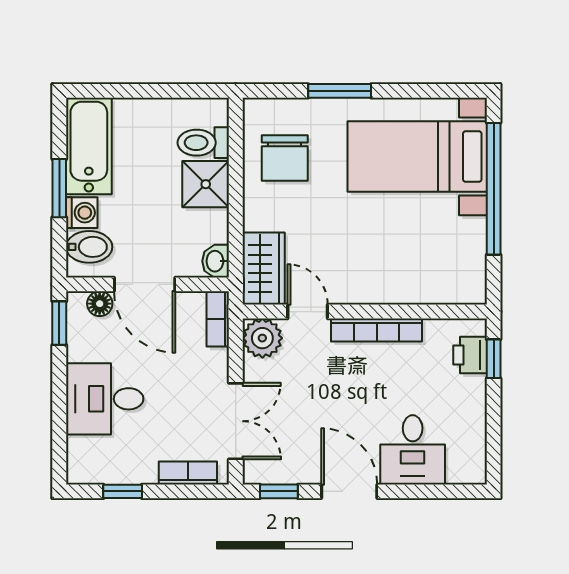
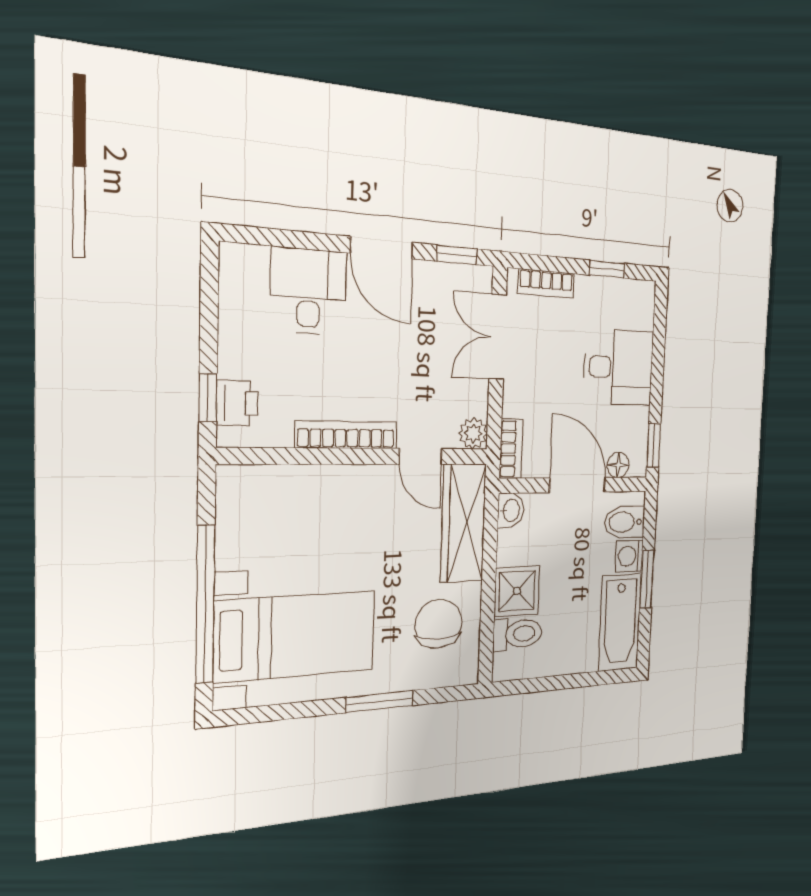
wardrobe: (264, 268) -> (463, 523), width x1.50
plant: (262, 338) -> (473, 433), width x0.73, depth x0.73

